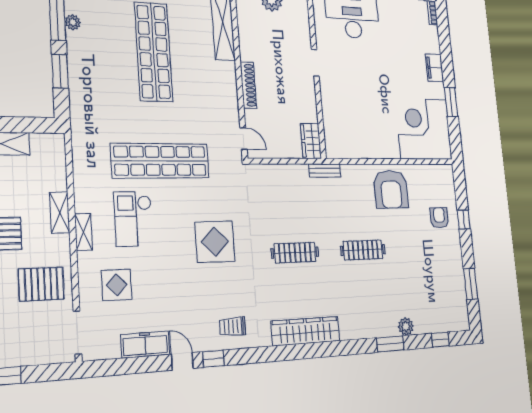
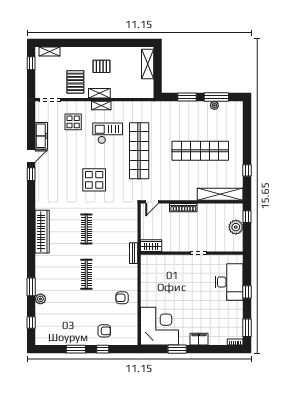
armchair: (391, 189) -> (122, 298), width x0.53, depth x0.53
shelving: (60, 213) -> (99, 93), moved
window: (471, 284) -> (76, 349), moved
trolley: (233, 327) -> (47, 187), removed

